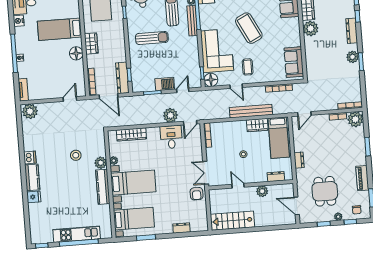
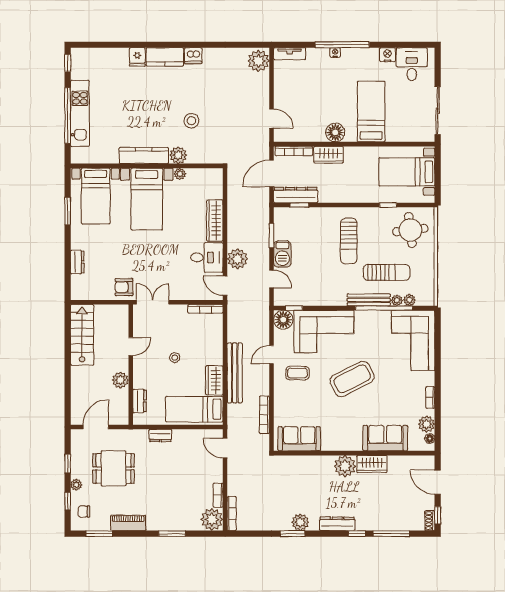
wardrobe: (91, 44) -> (328, 155), moved
wardrobe: (131, 134) -> (215, 221), moved

